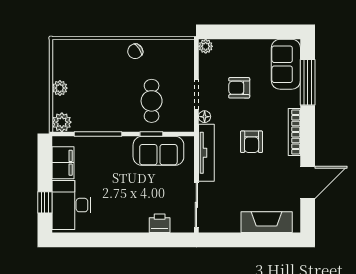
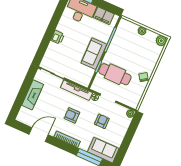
cafe table: (152, 101) -> (115, 74), width x1.37, depth x1.35
plant: (62, 122) -> (161, 41), moved
sofa: (158, 151) -> (94, 54), moved
door: (308, 183) -> (39, 135), swing flipped
fireplace: (267, 222) -> (33, 95), moved
printer: (160, 223) -> (58, 37), moved

